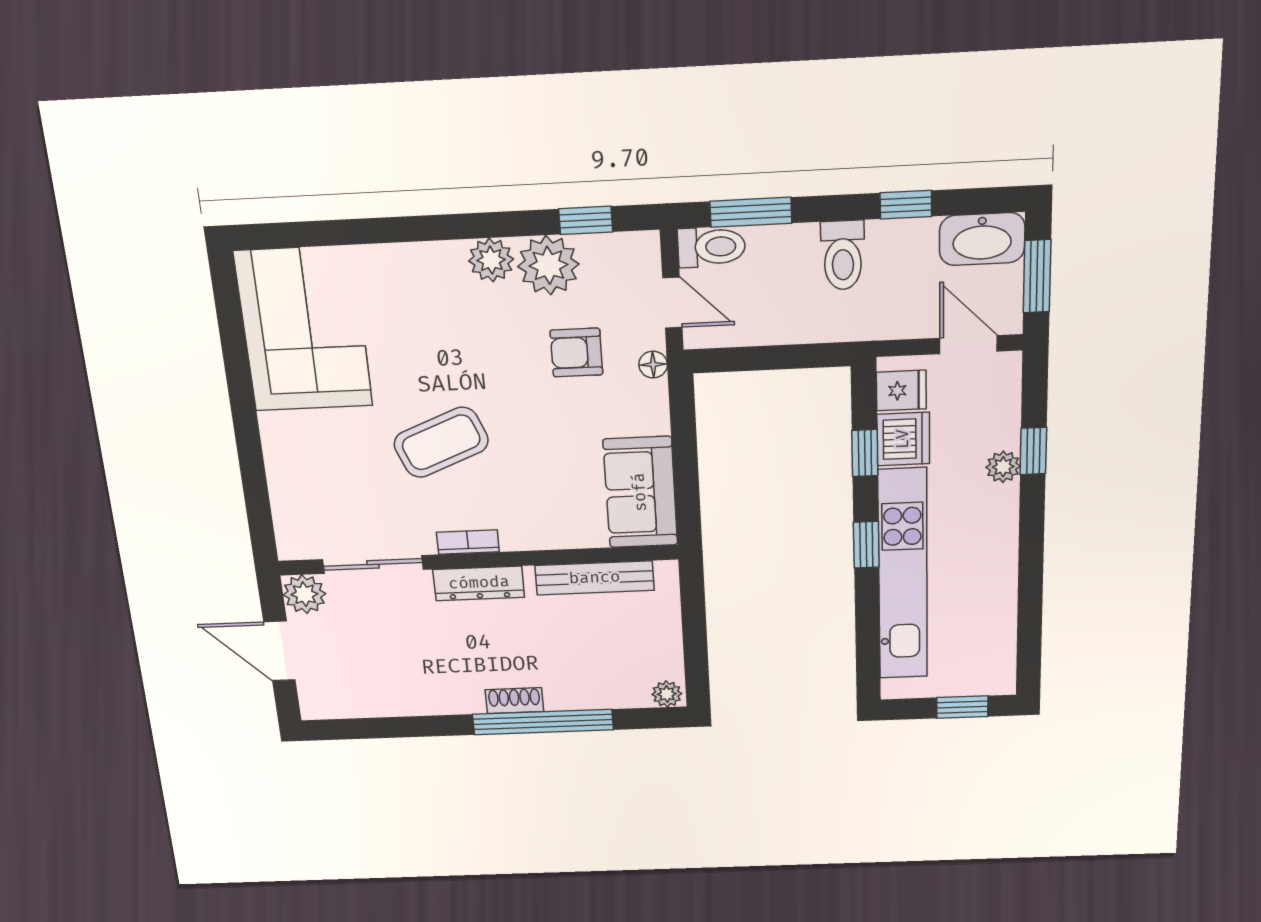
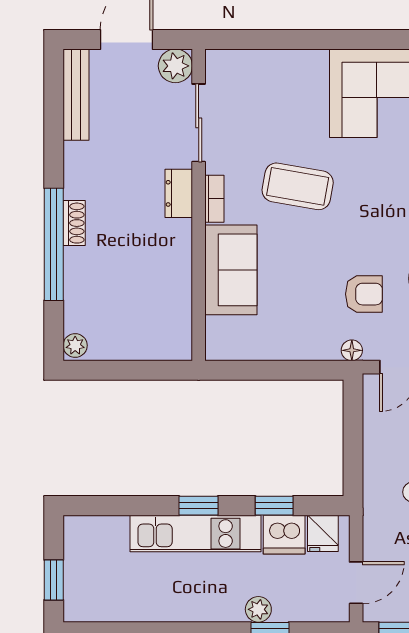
armchair: (576, 353) -> (364, 294), turned 90
coffee table: (441, 442) -> (298, 186), turned -58
sofa: (640, 492) -> (231, 270), moved, turned 90
kitchen unit: (903, 575) -> (196, 534), width x0.73
bench: (595, 578) -> (76, 95), moved
dresser: (479, 583) -> (179, 193), width x0.70

